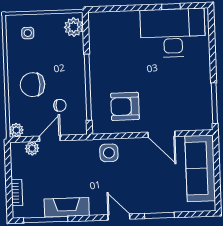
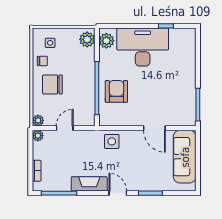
plant: (98, 28) -> (106, 41), added
desk: (173, 33) -> (143, 47), moved
chair: (60, 105) -> (42, 61), moved
armchair: (125, 106) -> (116, 91), moved, turned 90
plant: (32, 148) -> (38, 136), moved
fireplace: (67, 207) -> (89, 184), moved

